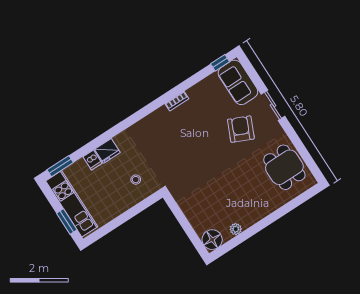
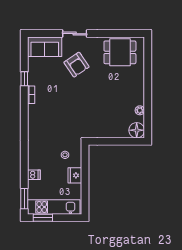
window: (220, 63) -> (24, 79), moved
armchair: (241, 129) -> (76, 65), turned -148
fridge: (107, 151) -> (75, 175), moved, turned 180
window: (67, 221) -> (43, 218), moved

